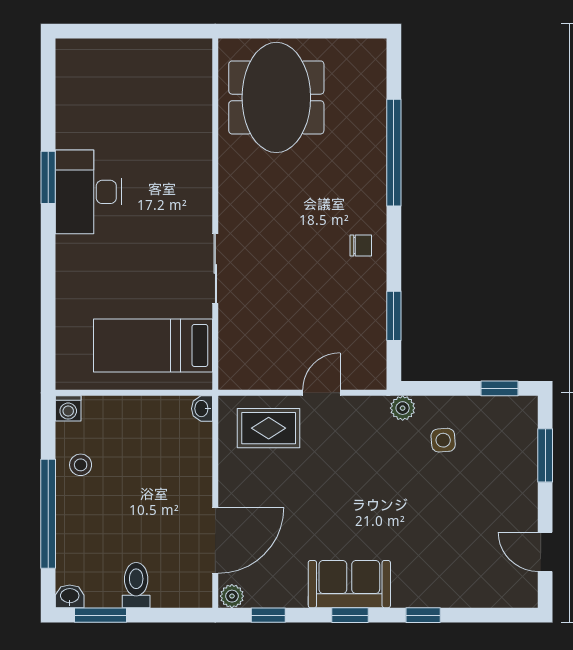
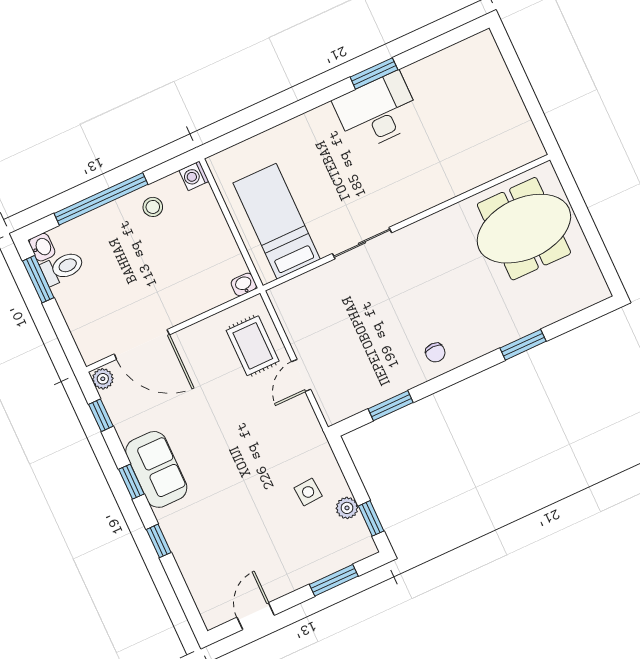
window: (394, 153) -> (523, 345), width x0.47
door: (321, 393) -> (301, 376), swing flipped
plant: (403, 408) -> (347, 508), moved
toilet: (136, 585) -> (62, 268), moved

